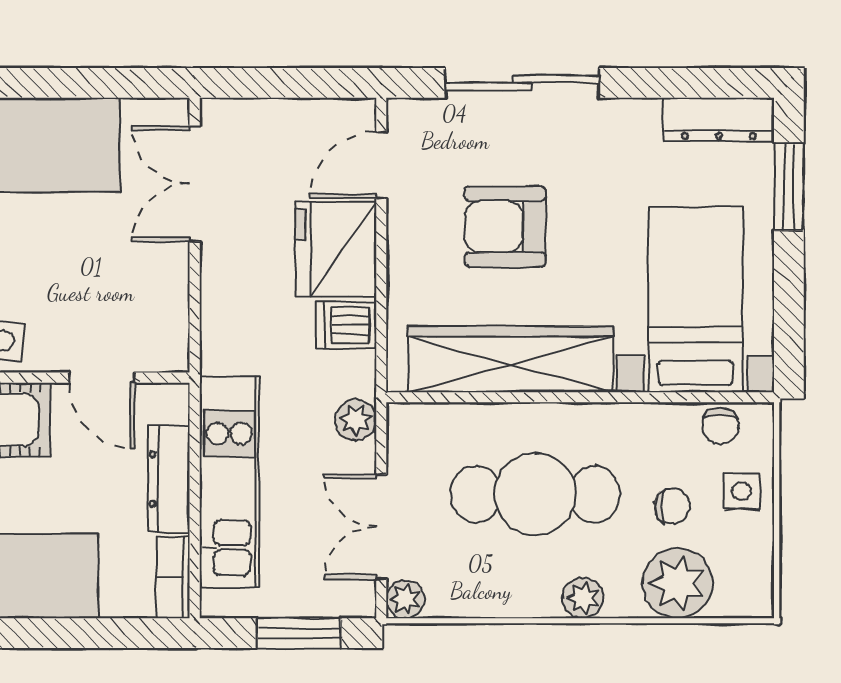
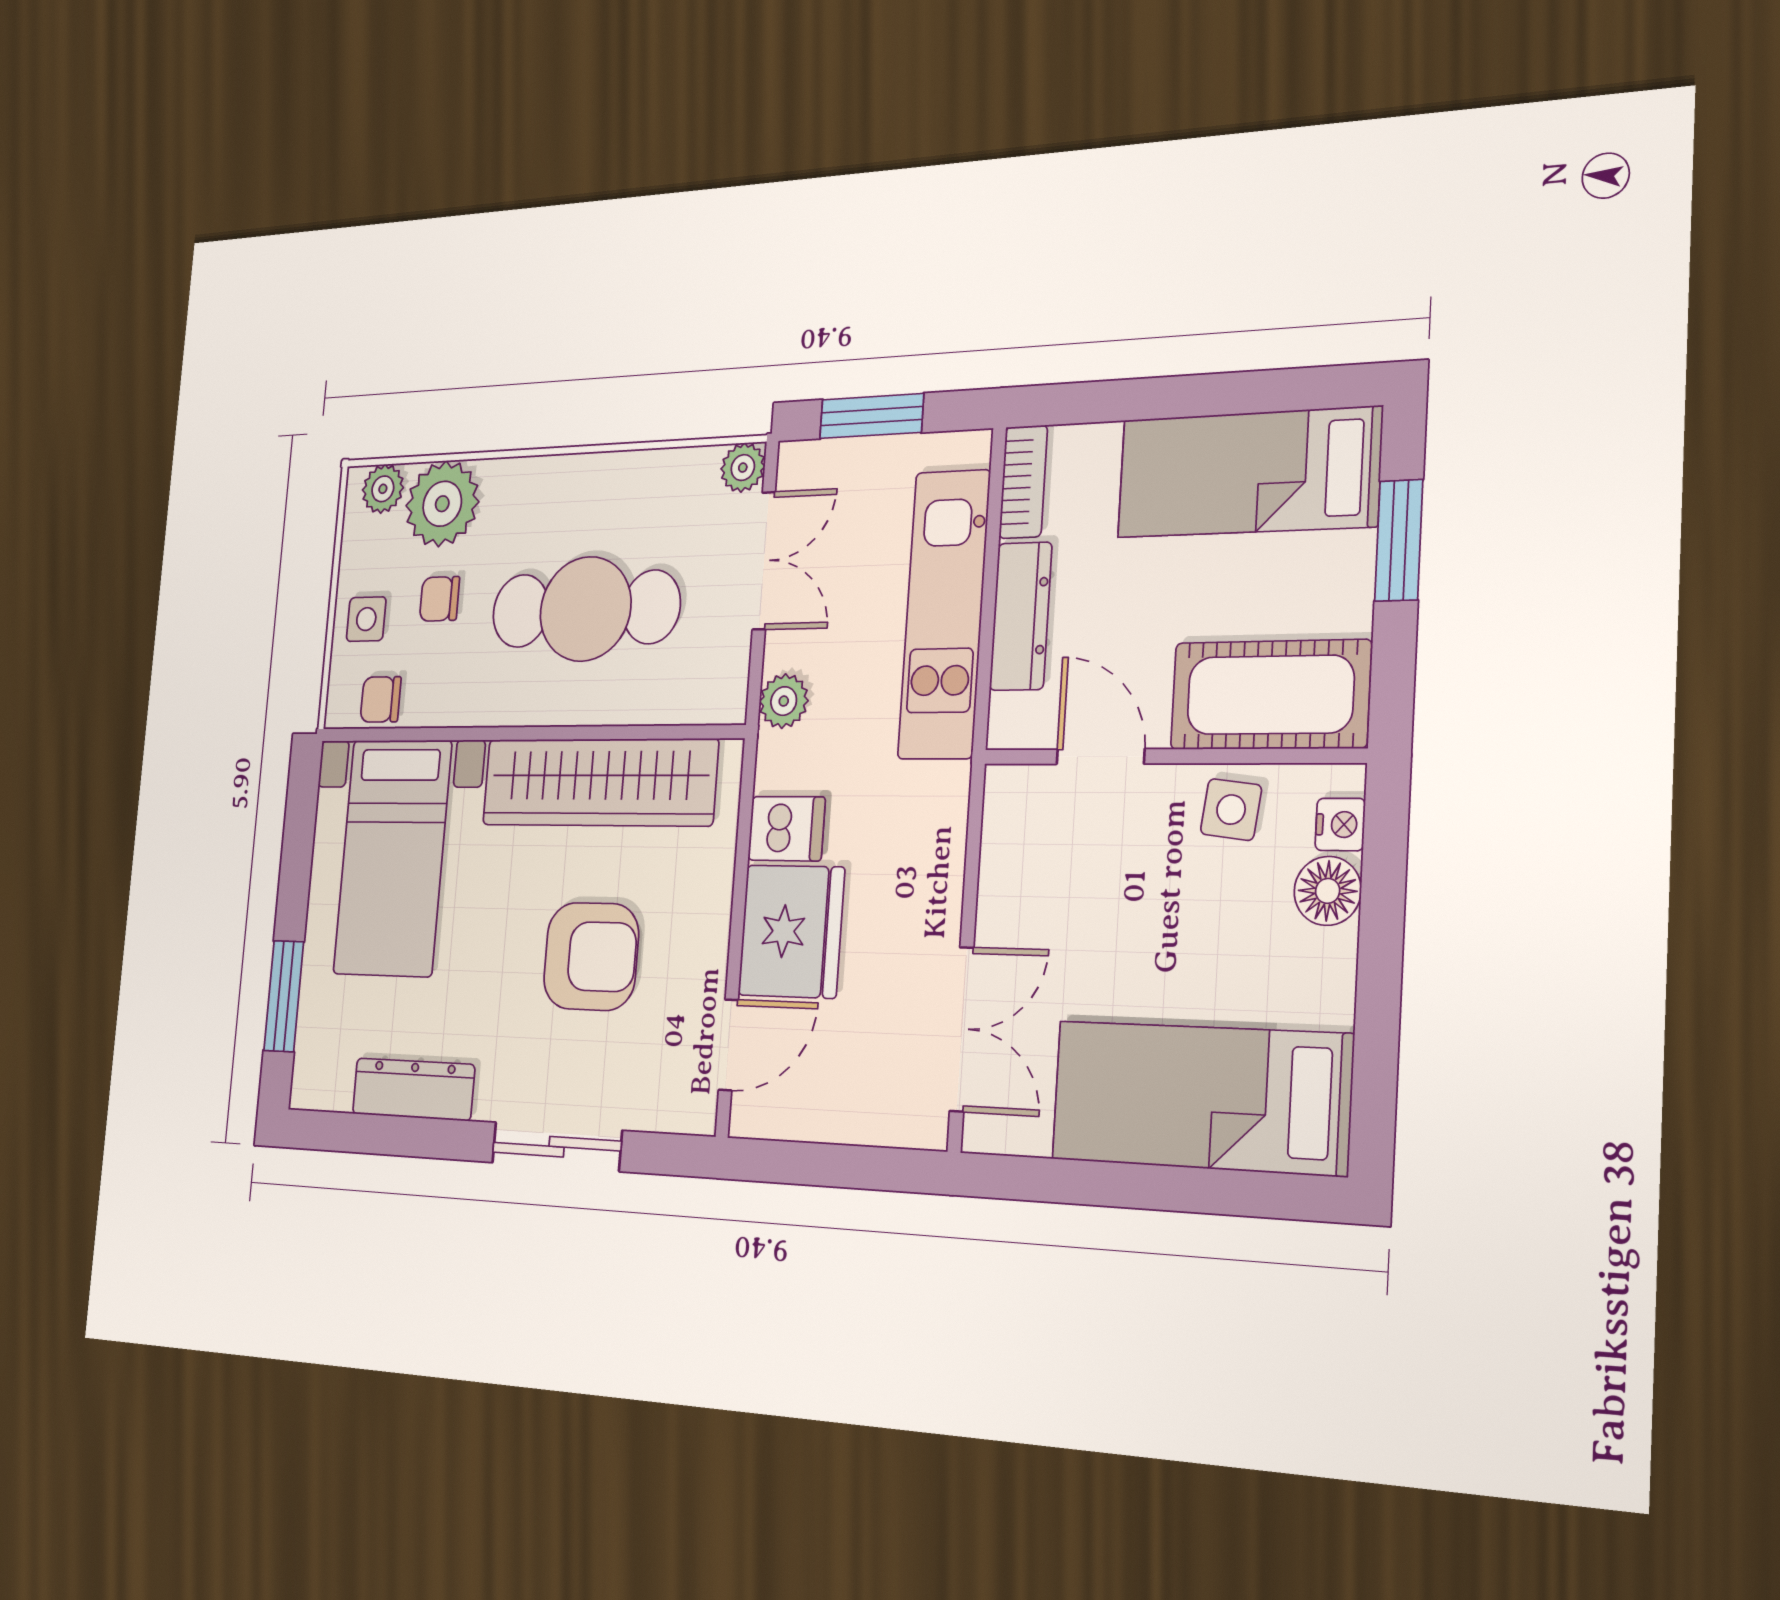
sliding door: (522, 83) -> (557, 1147), width x0.73
dresser: (719, 119) -> (413, 1089), moved
chair: (720, 426) -> (381, 699), turned -90
plant: (583, 598) -> (383, 489), moved

